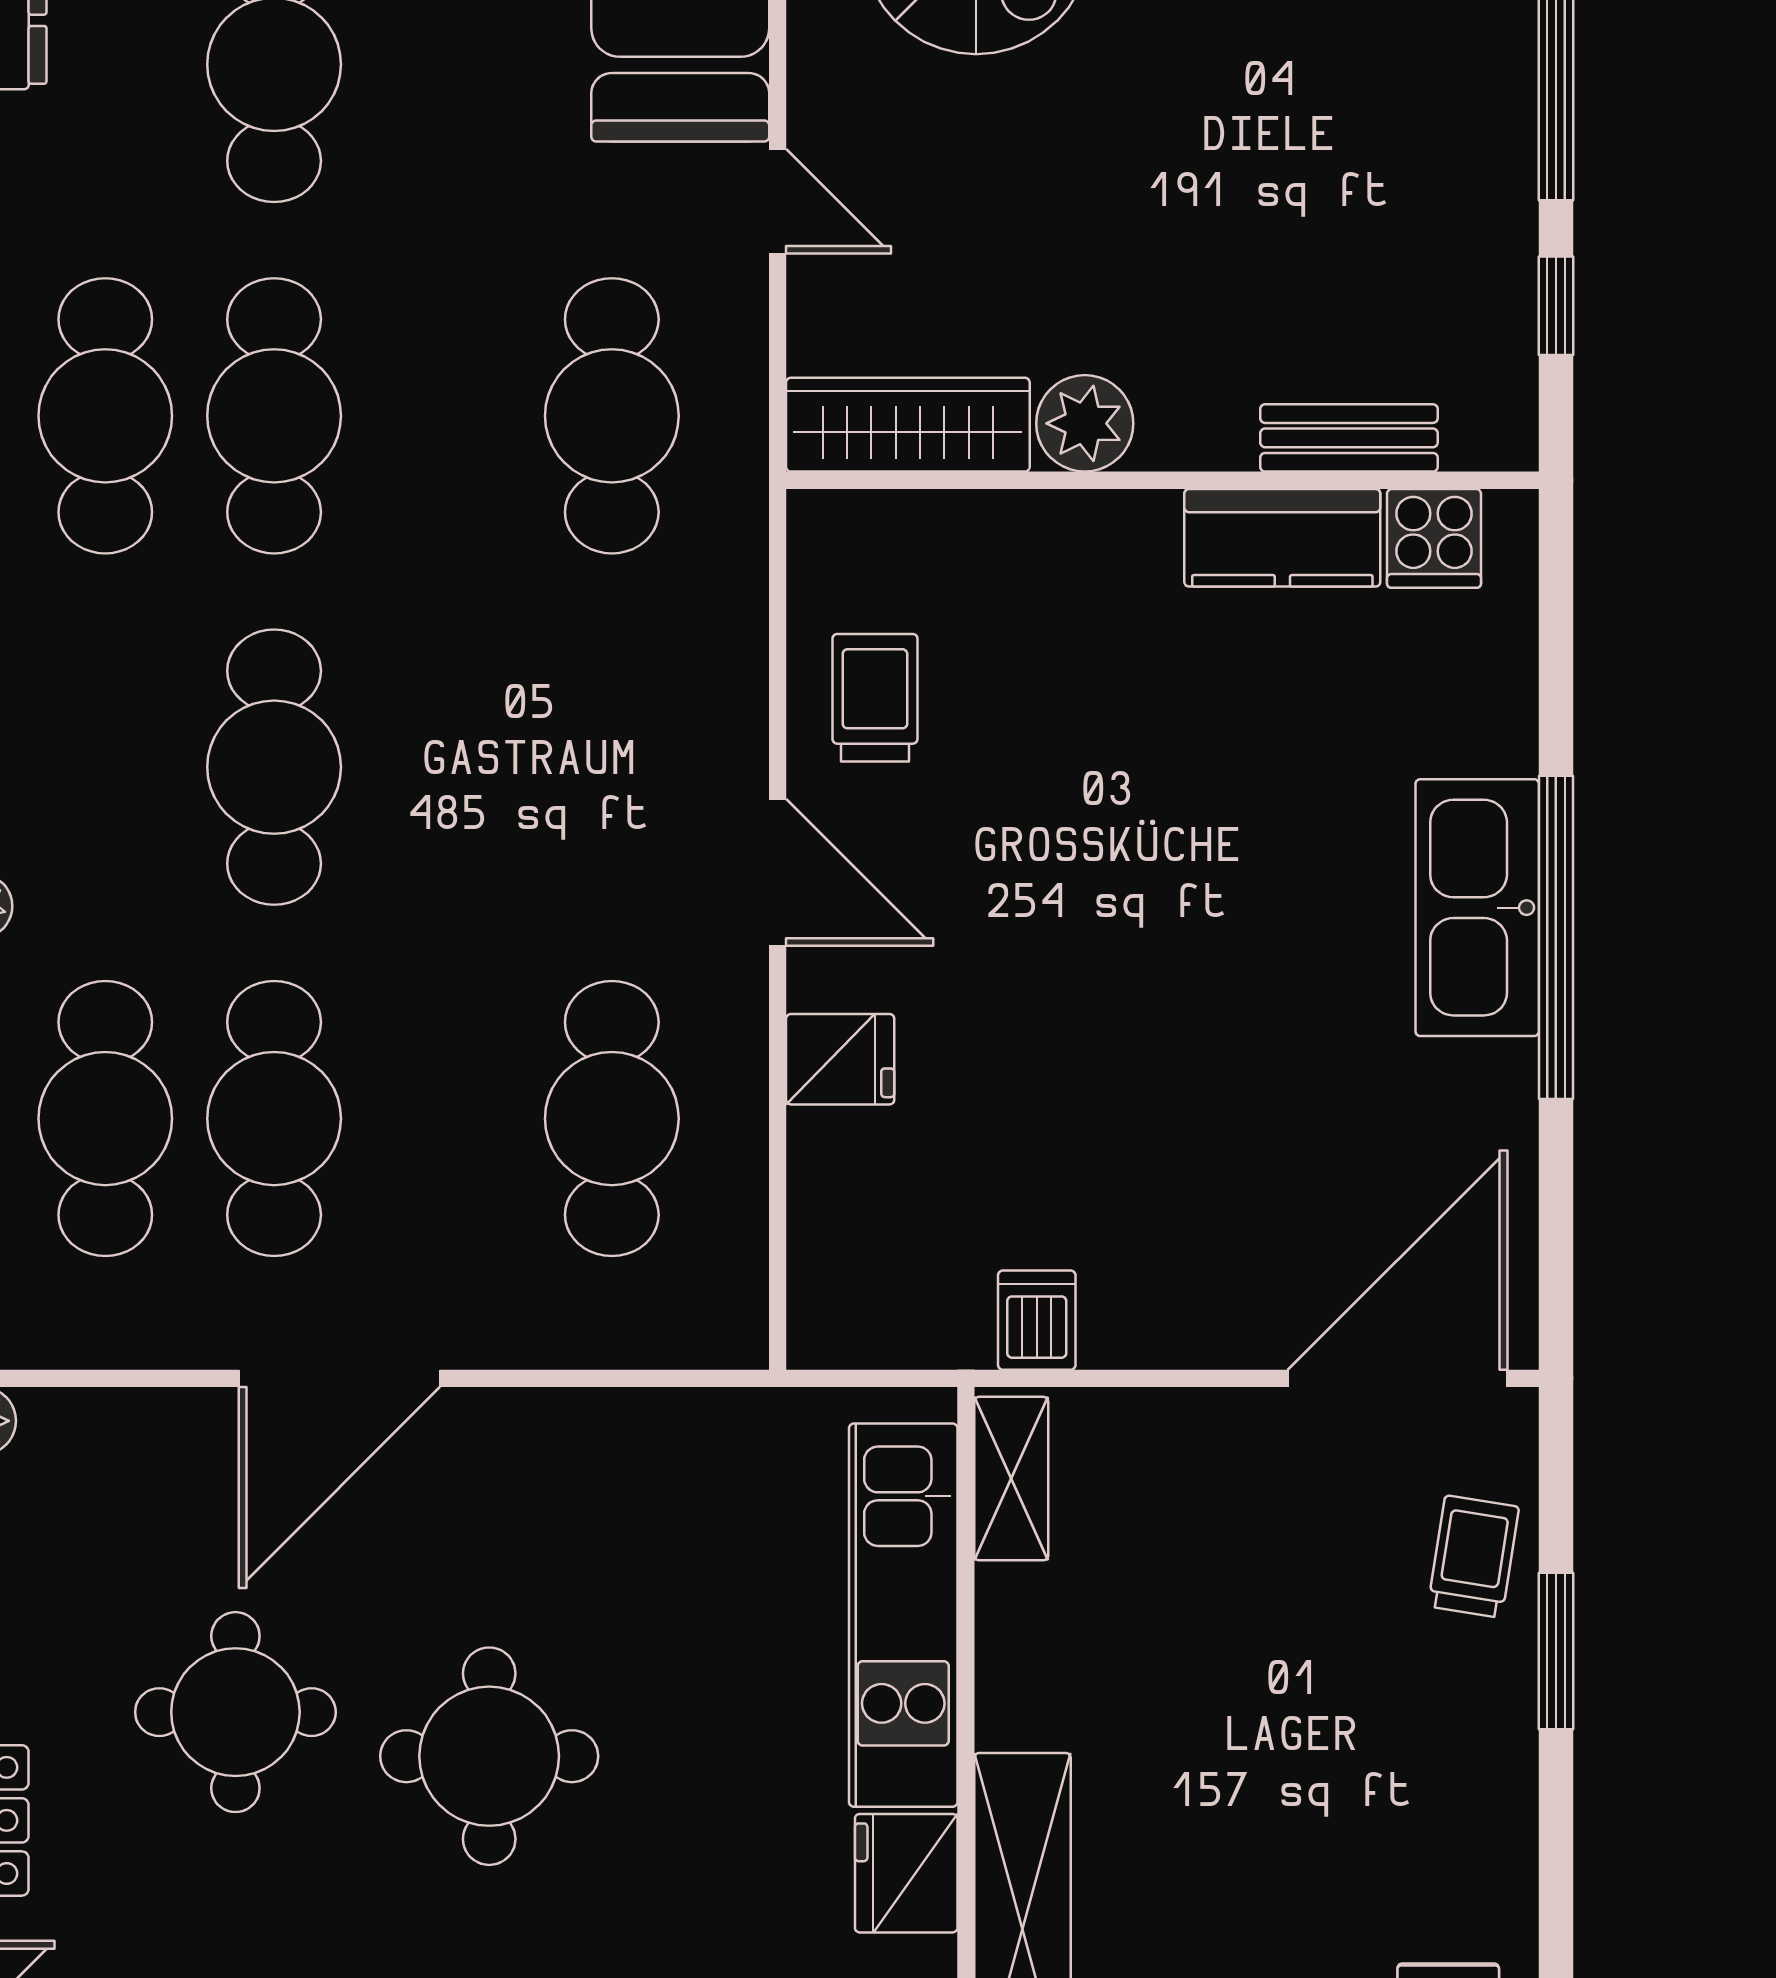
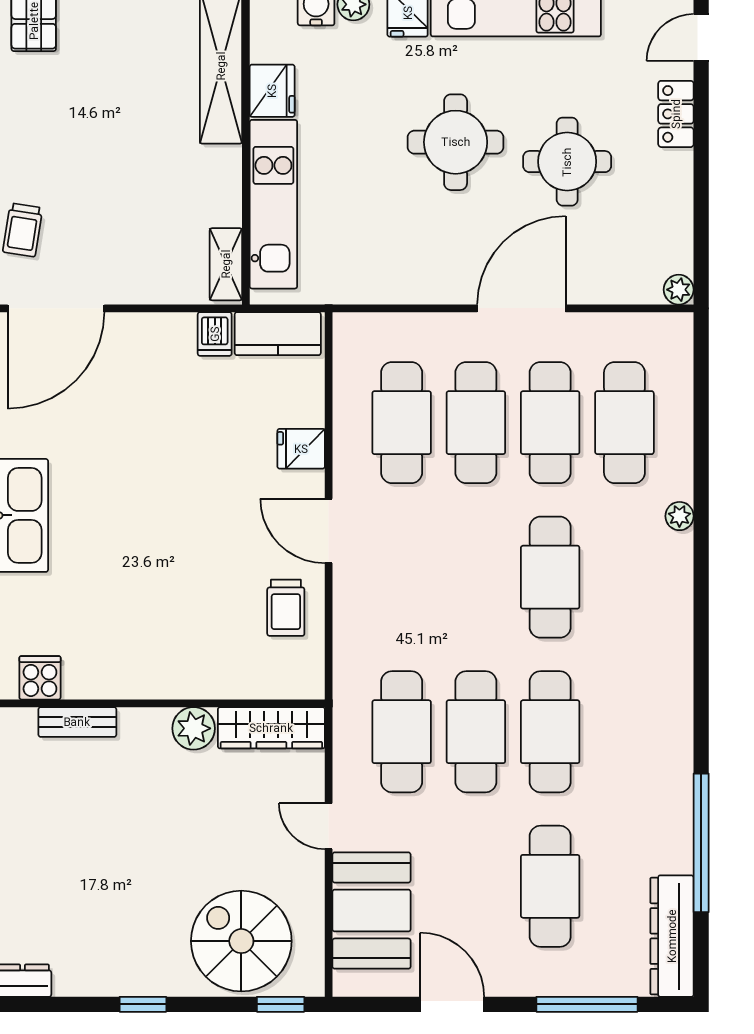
cafe table: (105, 416) -> (476, 732), moved
kitchen counter: (1282, 538) -> (278, 334), moved, turned 180
cafe table: (443, 1119) -> (476, 423), added

